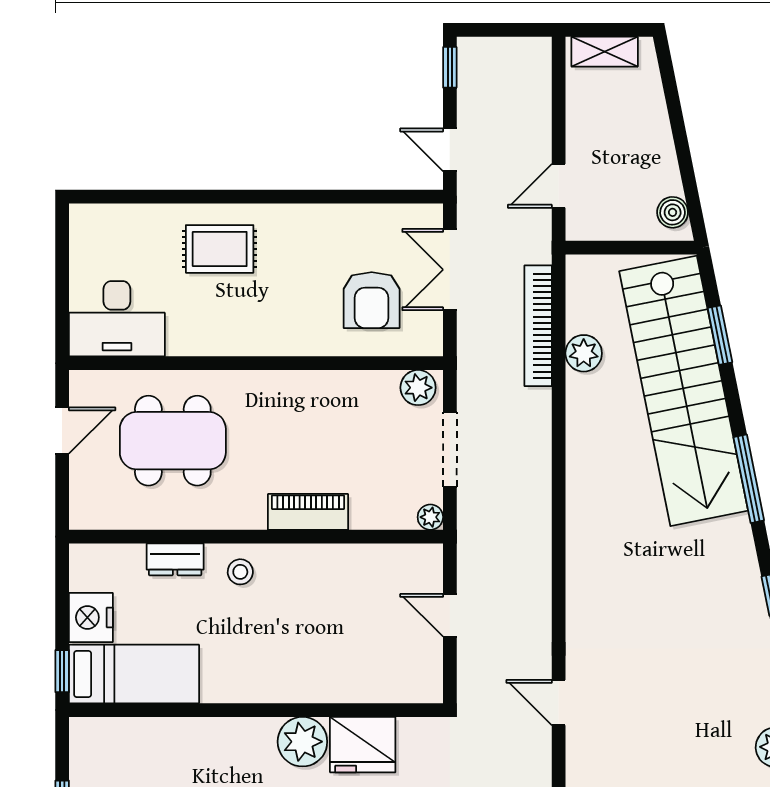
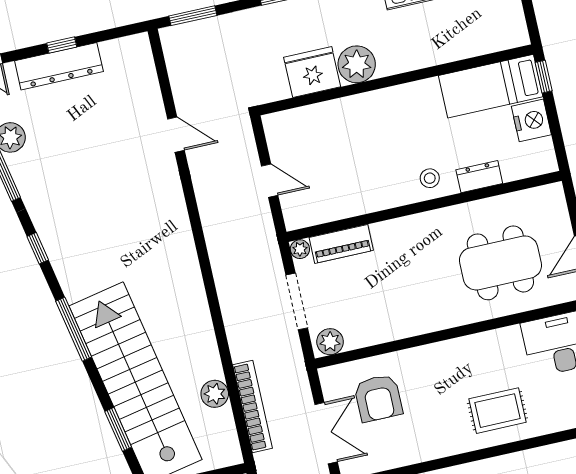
armchair: (372, 300) -> (378, 398), turned 180
piano: (308, 512) -> (341, 244), moved

